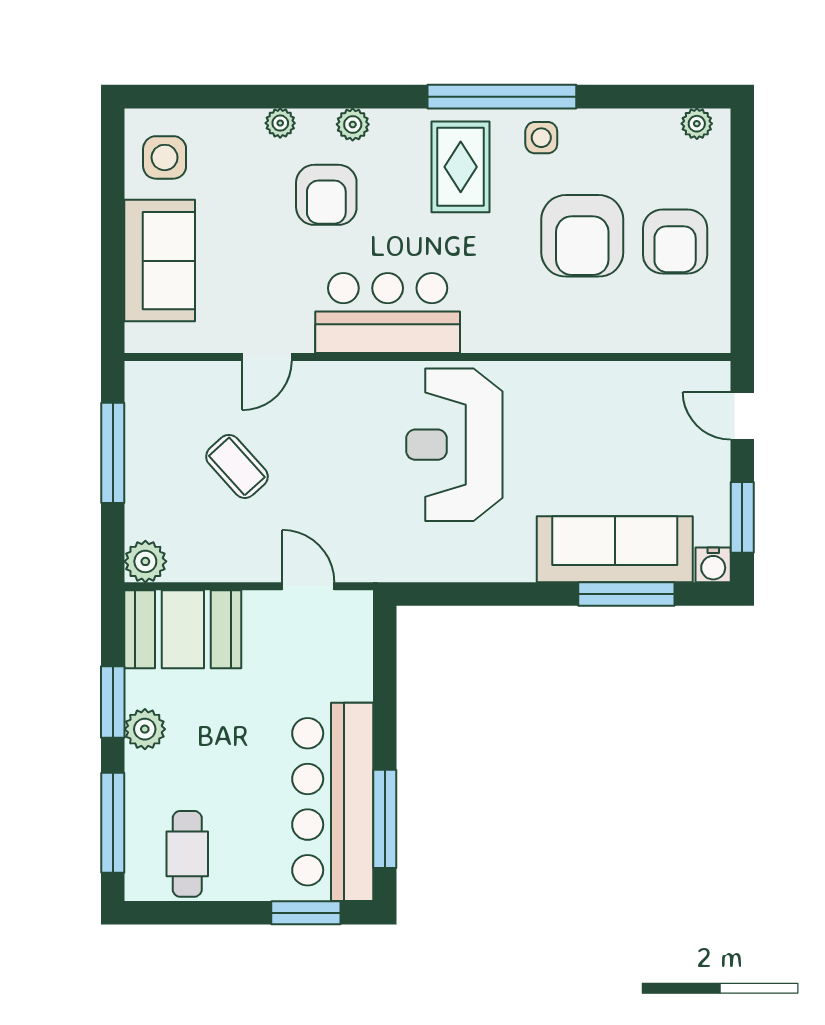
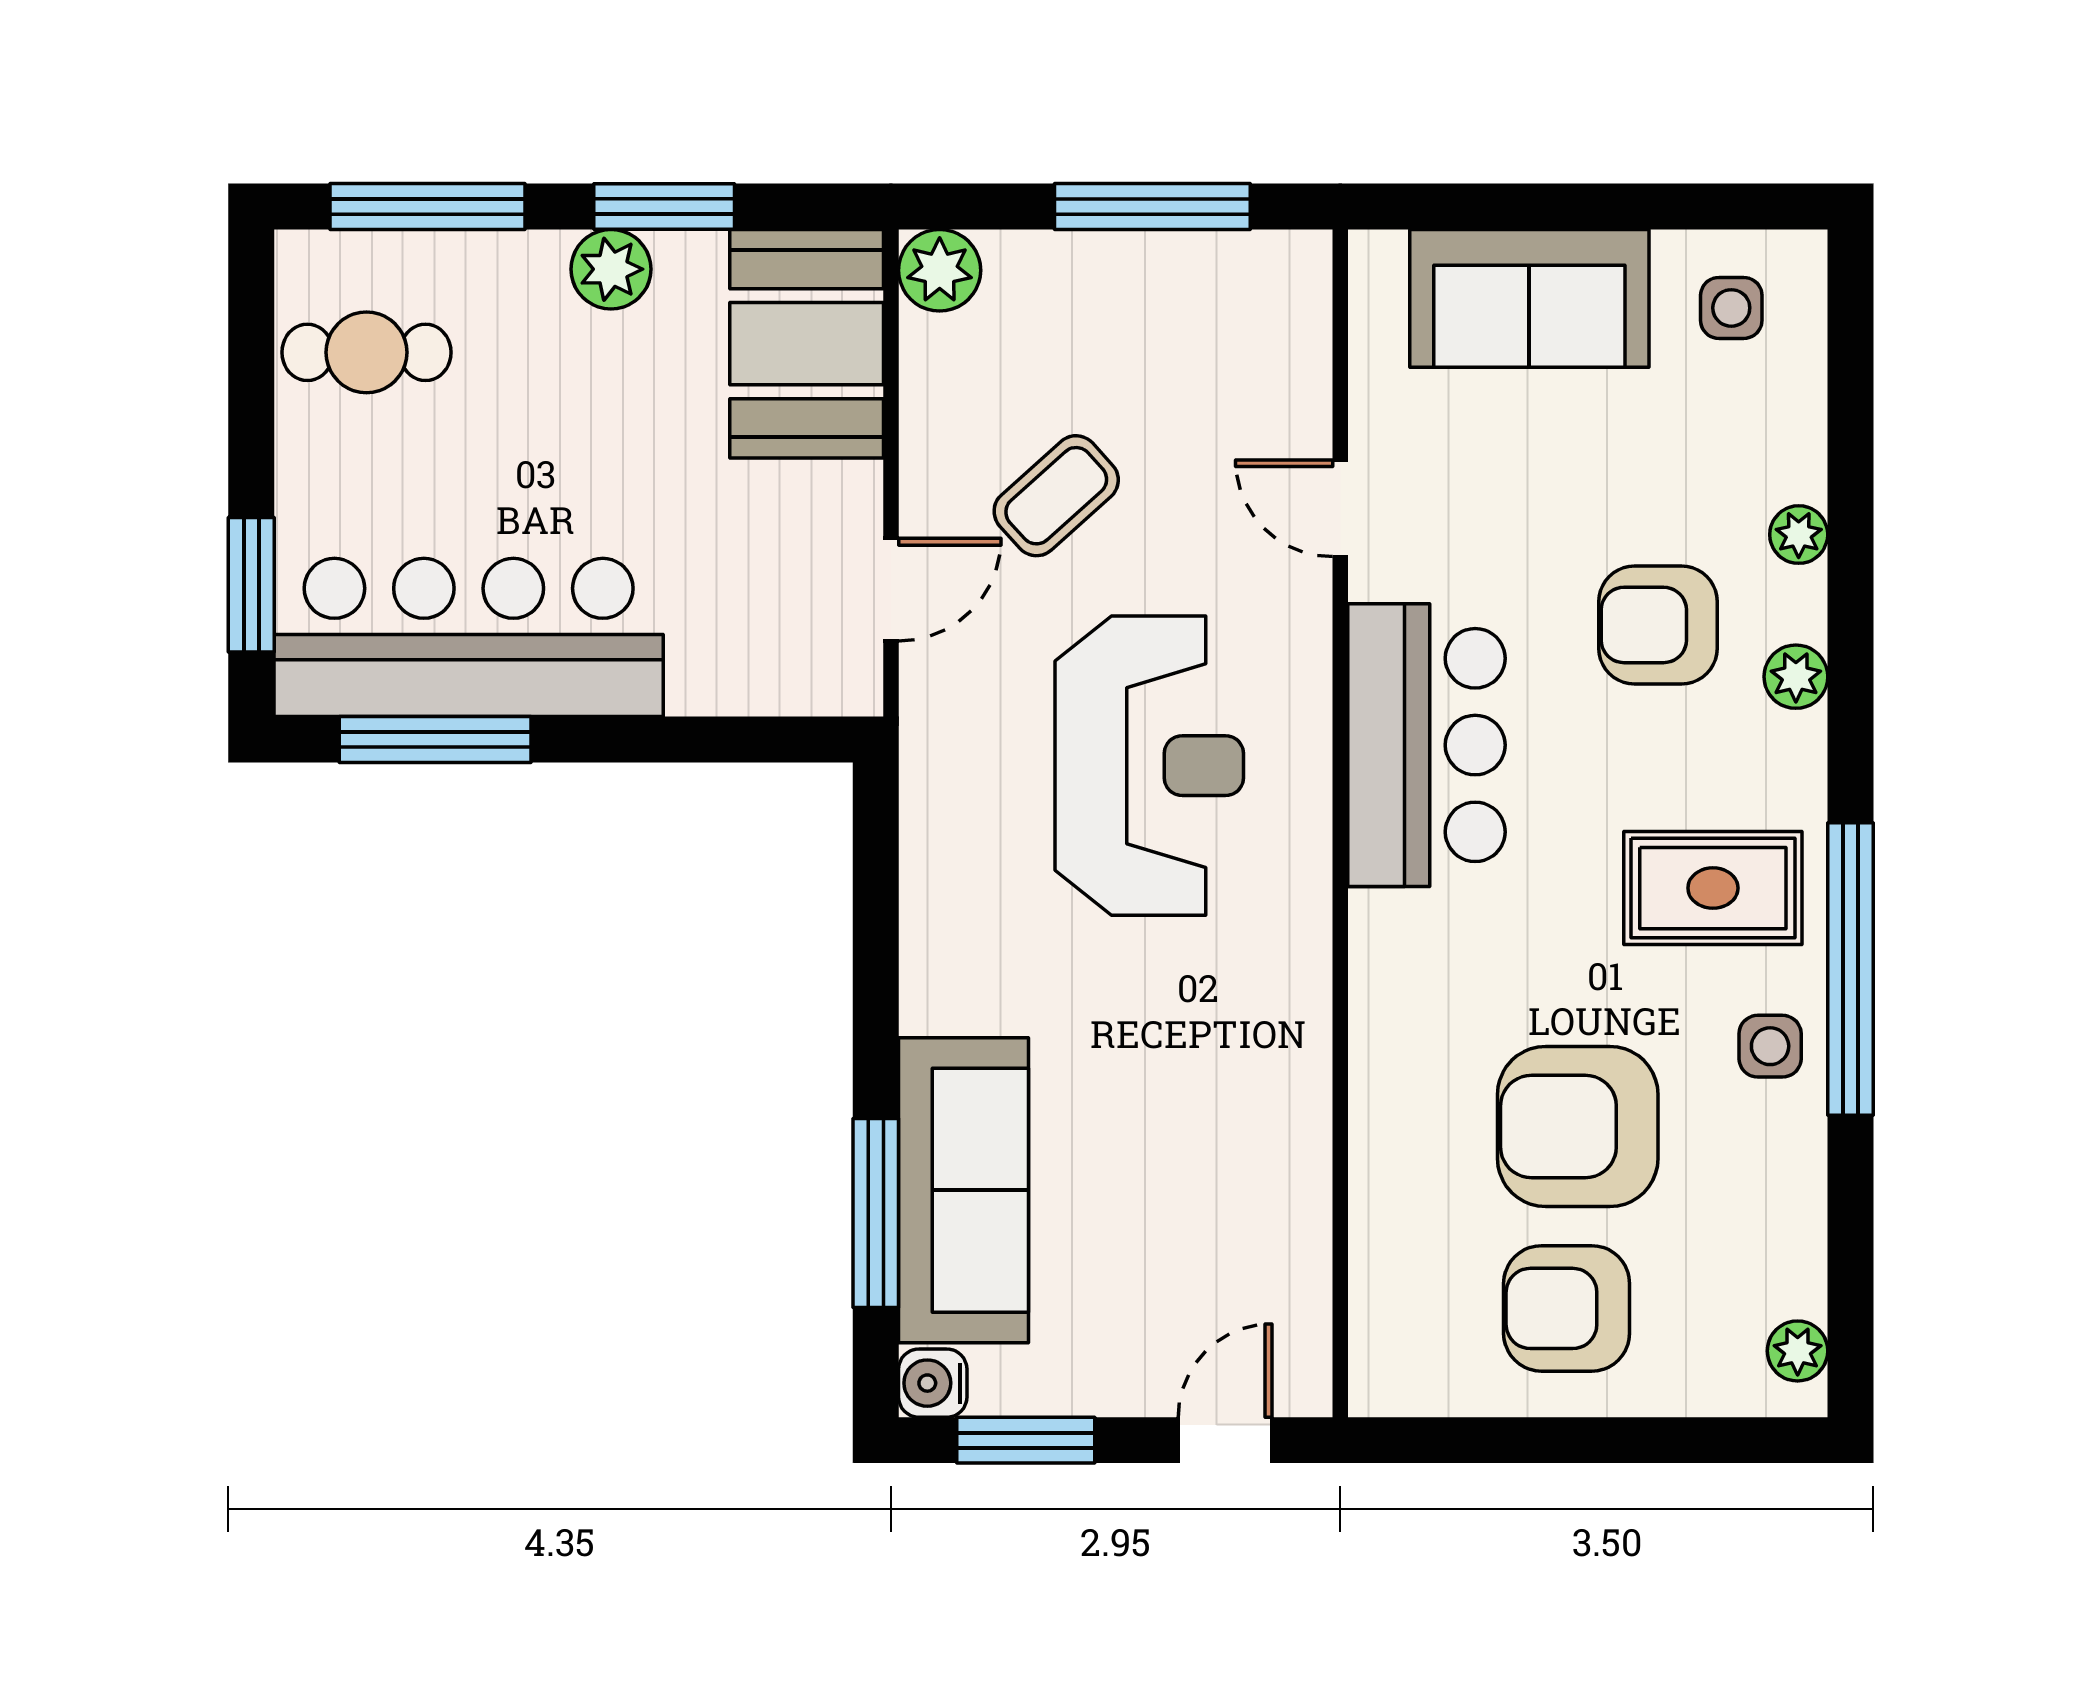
side table: (165, 157) -> (1731, 308), width x0.73, depth x0.73
reception desk: (454, 445) -> (1149, 766), moved, turned 90
coffee table: (237, 466) -> (1056, 496), moved

